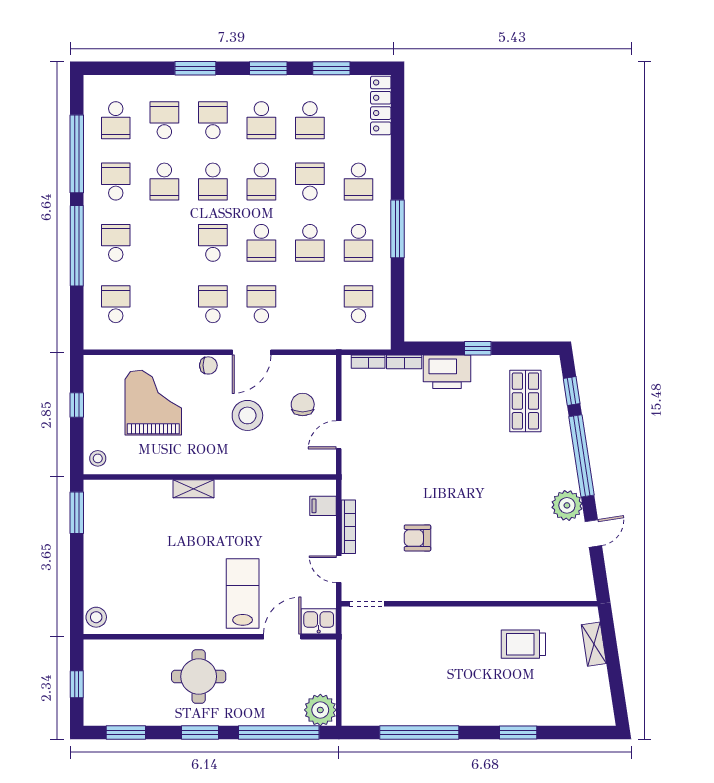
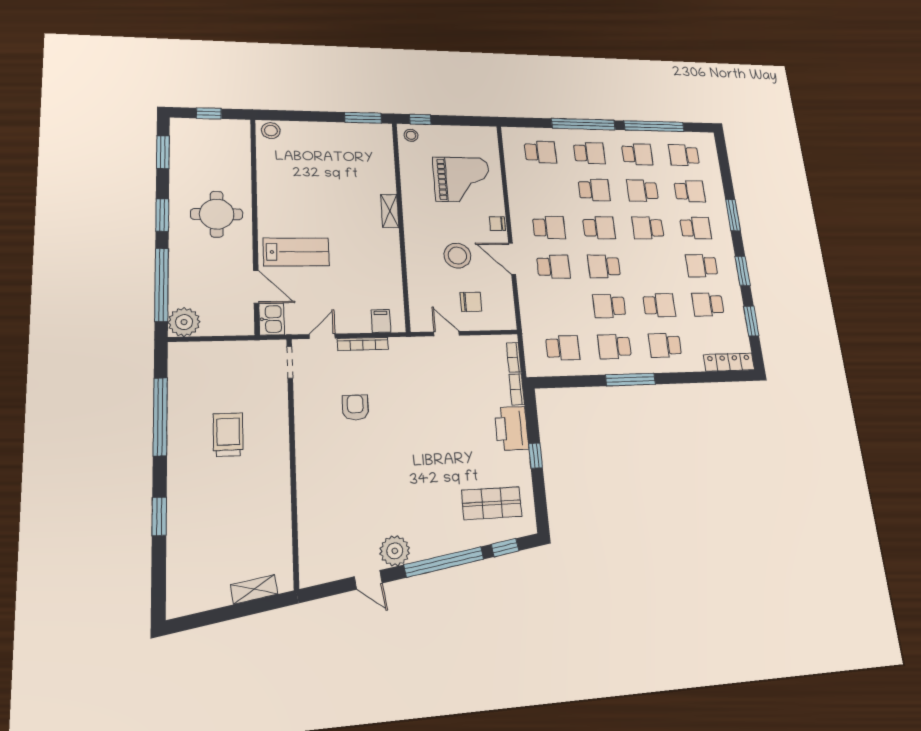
school desk: (261, 182) -> (594, 190), moved, turned 180
chair: (208, 365) -> (497, 224), turned 90
window: (77, 405) -> (420, 119), moved
trolley: (523, 644) -> (228, 435), moved

